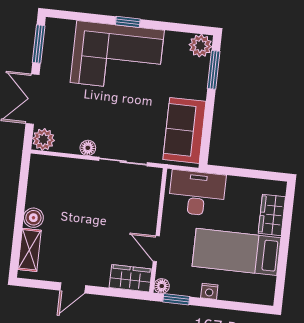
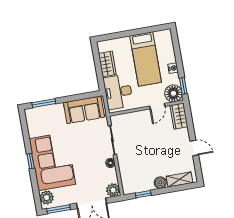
plant: (200, 46) -> (47, 198), moved
window: (23, 185) -> (143, 194), added
wardrobe: (272, 215) -> (107, 64), moved, turned -90
floor lamp: (162, 286) -> (173, 93), width x1.89, depth x1.89

